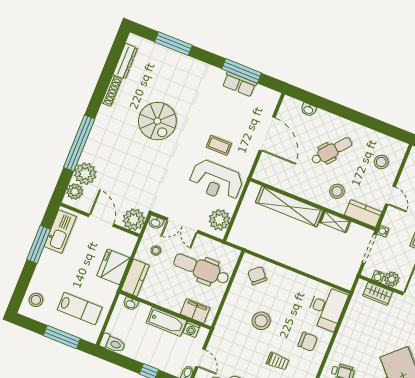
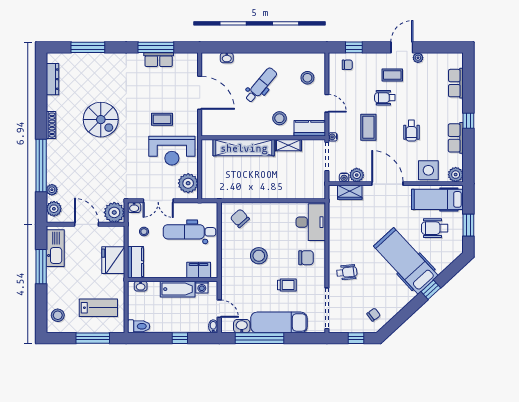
shoe rack: (111, 91) -> (51, 125), moved
plant: (85, 174) -> (52, 190), width x0.53, depth x0.53

